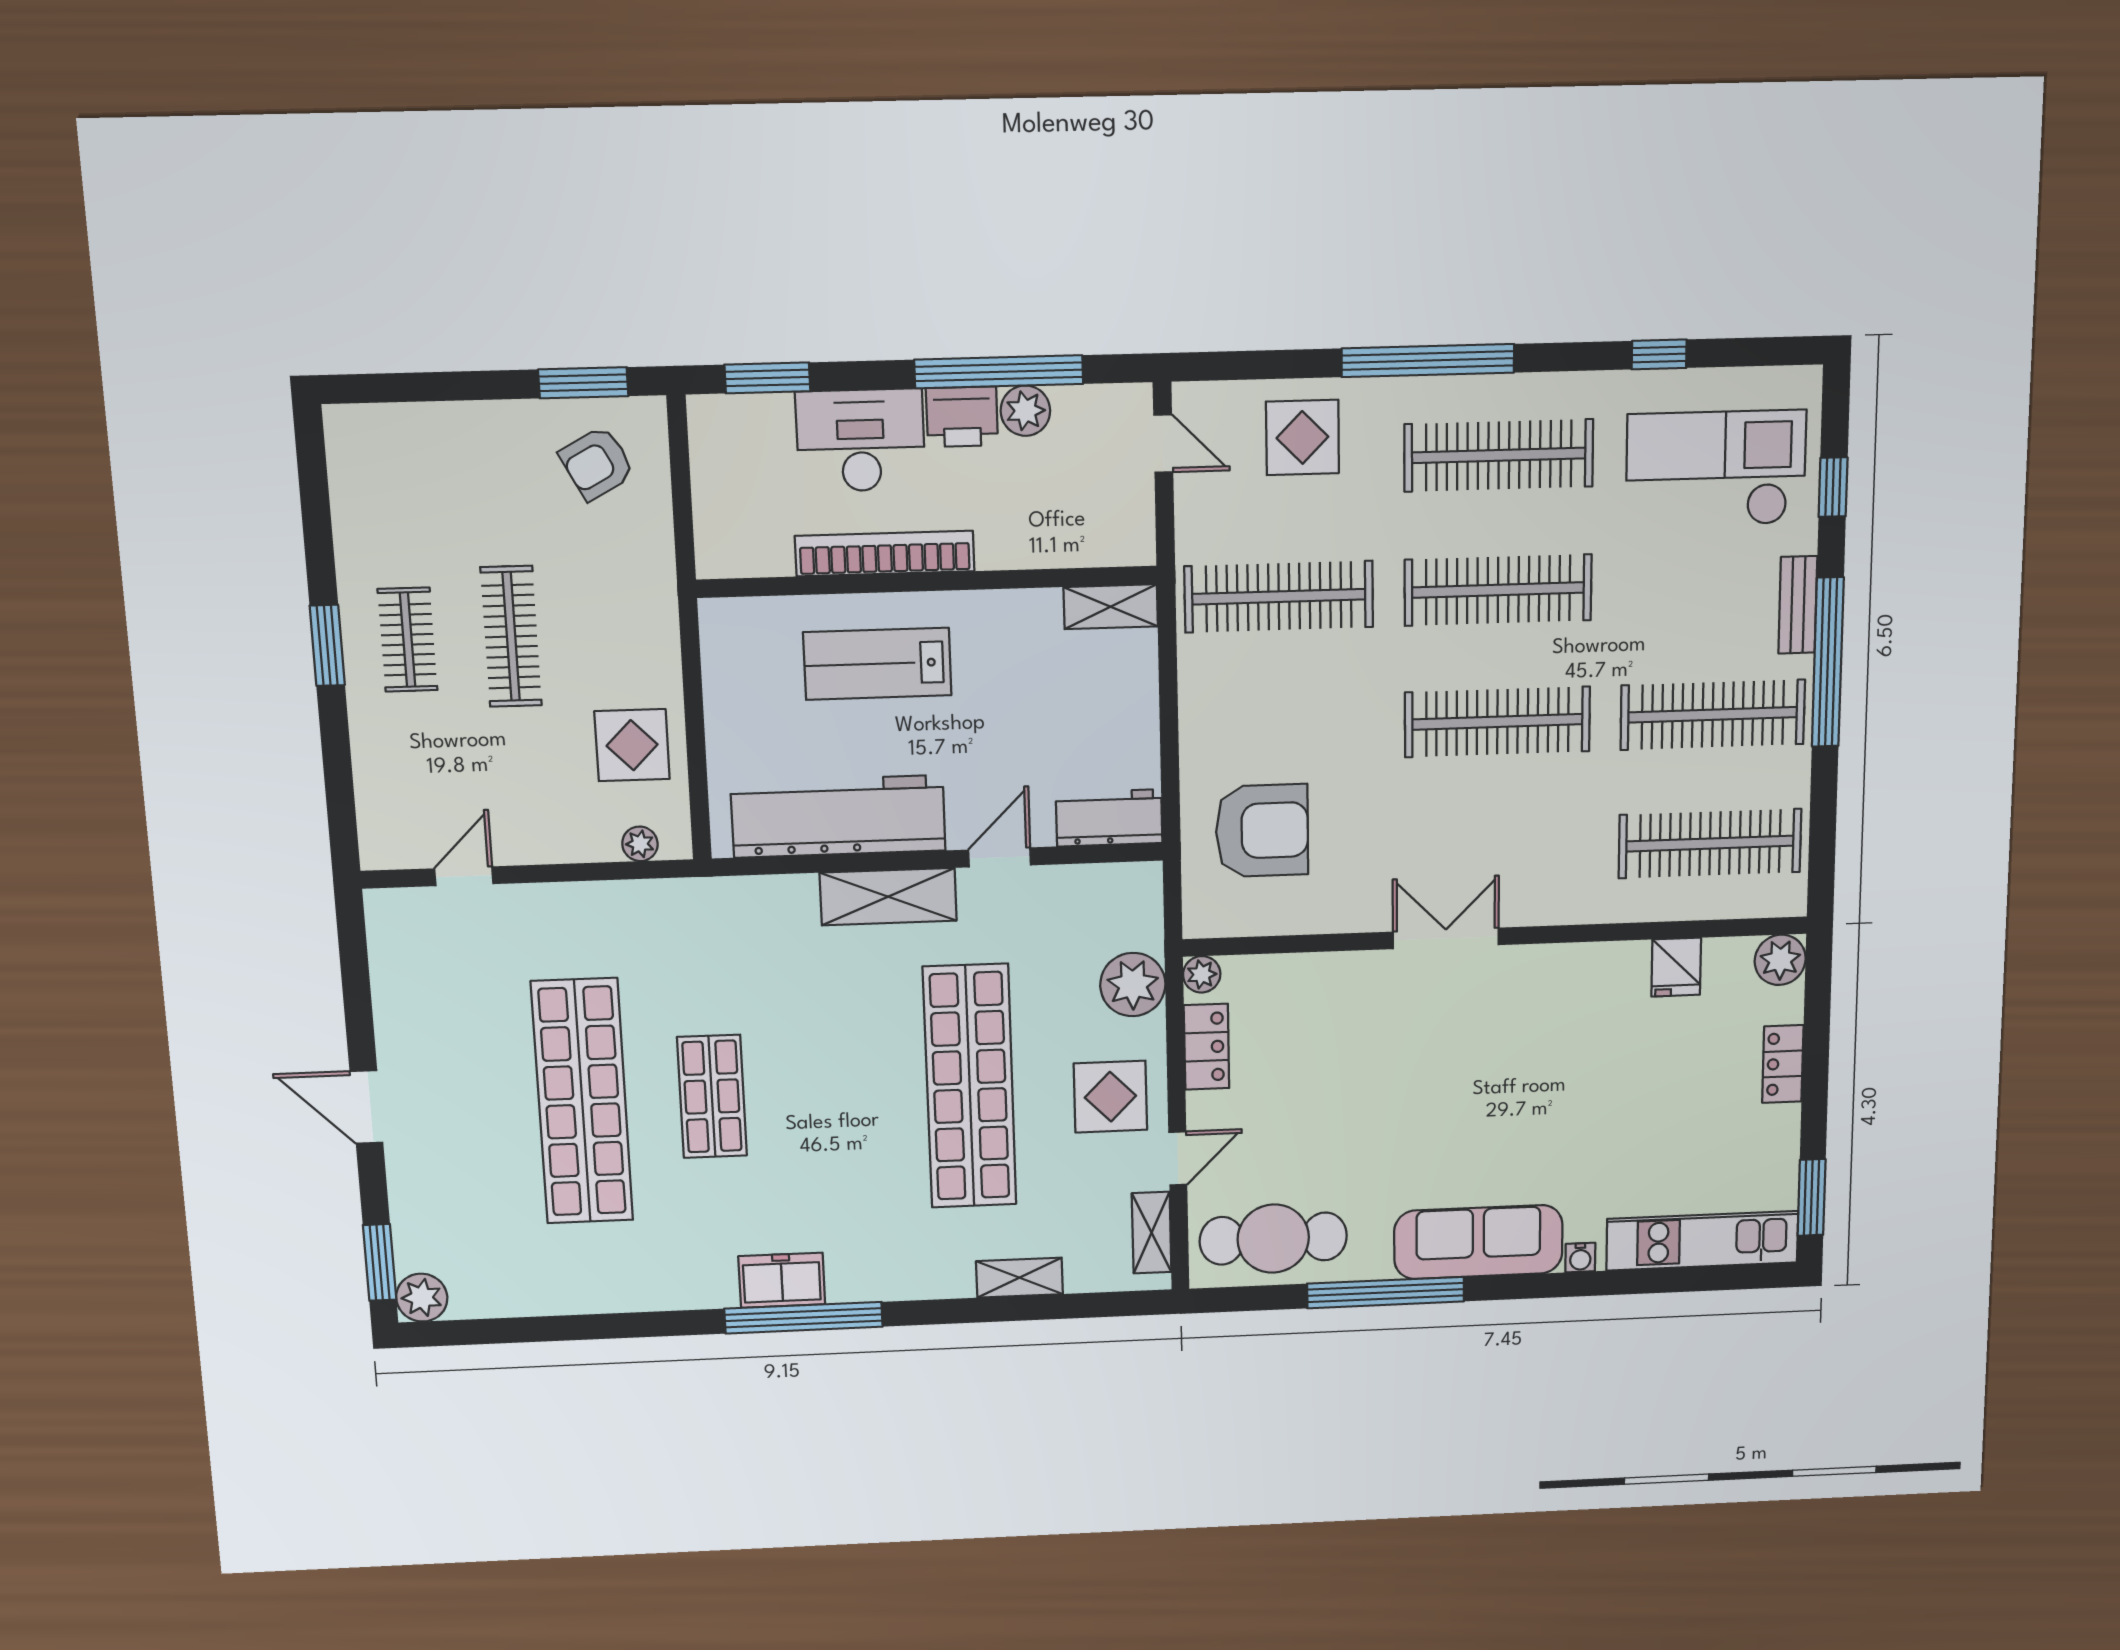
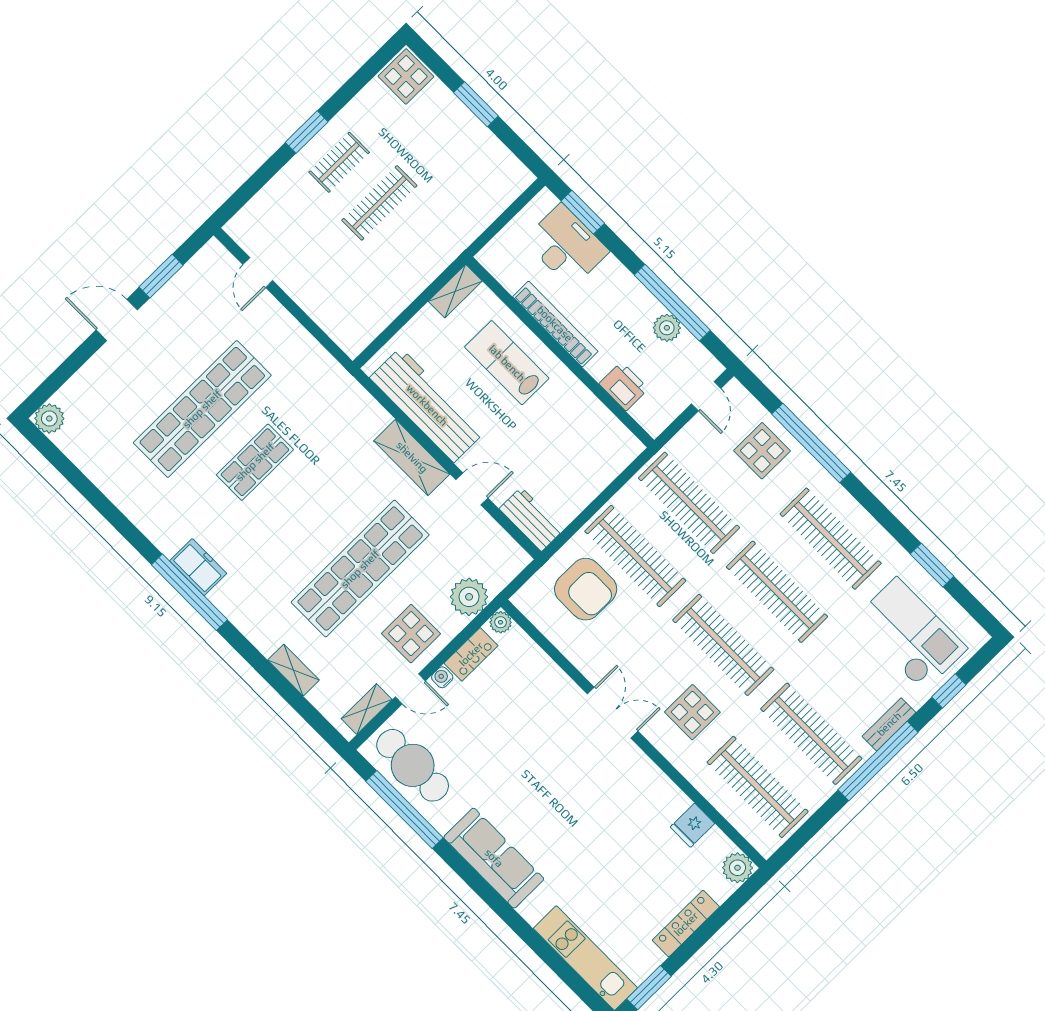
window: (1659, 354) -> (932, 565), width x1.50
window: (1428, 361) -> (811, 443), moved
window: (583, 383) -> (476, 104), moved
printer: (962, 417) -> (624, 386), moved, turned 180
desk: (861, 440) -> (566, 246), moved
armchair: (597, 463) -> (484, 175), removed
shelving: (1111, 607) -> (455, 291), moved, turned 90
clothes rail: (1280, 729) -> (635, 556), added
display table: (632, 745) -> (406, 76), moved
display table: (1541, 839) -> (692, 712), added
plant: (640, 844) -> (339, 333), removed
door: (464, 876) -> (258, 273), swing flipped
locker: (1783, 1064) -> (686, 924), width x1.53
door: (366, 1107) -> (117, 320), hinge flipped
water cooler: (1580, 1258) -> (442, 677), moved, turned 90
window: (380, 1262) -> (161, 276), moved
window: (1386, 1293) -> (404, 809), moved

